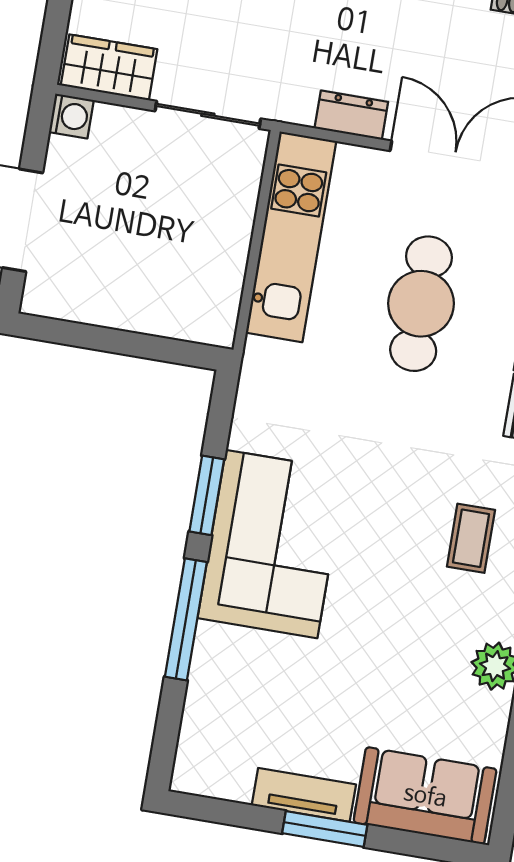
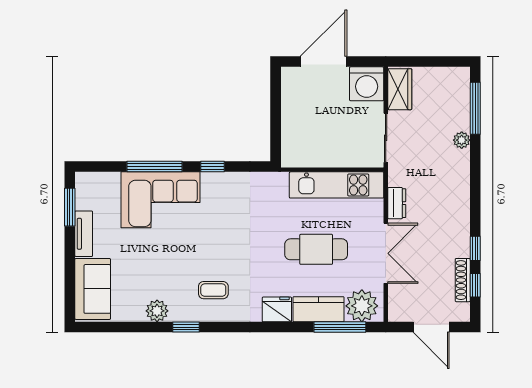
washing machine: (71, 116) -> (367, 84), width x1.89, depth x1.89
window: (207, 495) -> (212, 167), width x0.67
corner sofa: (272, 544) -> (160, 200), moved
window: (325, 829) -> (70, 207), moved

